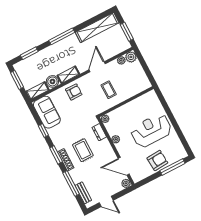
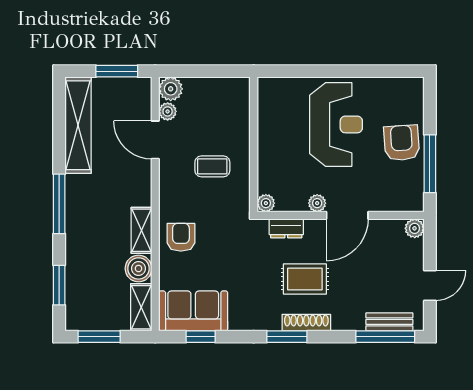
door: (97, 67) -> (155, 140), moved
reception desk: (151, 130) -> (336, 124), turned 180
window: (43, 131) -> (201, 337), moved
door: (124, 166) -> (347, 215), moved
window: (172, 167) -> (430, 164), moved
window: (71, 184) -> (385, 337), moved

